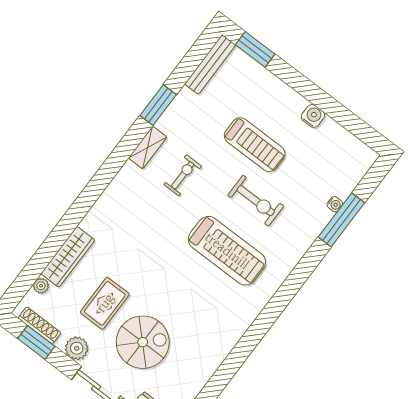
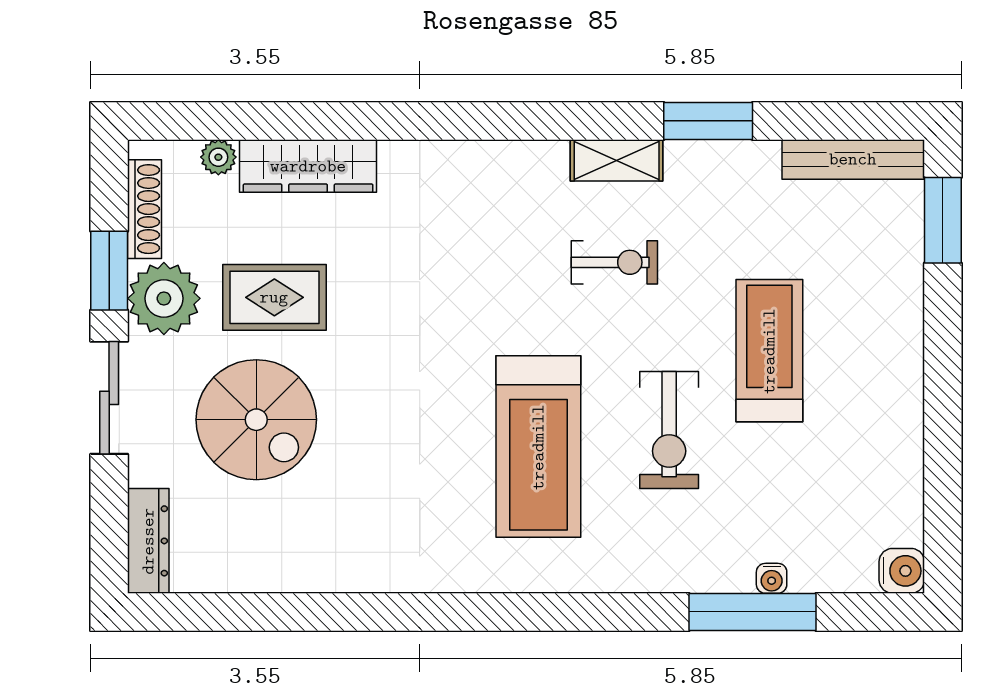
water cooler: (313, 116) -> (902, 571), moved
treadmill: (255, 145) -> (769, 351), turned 180
window: (36, 342) -> (109, 271), moved
plant: (77, 348) -> (164, 298), width x1.36, depth x1.36

